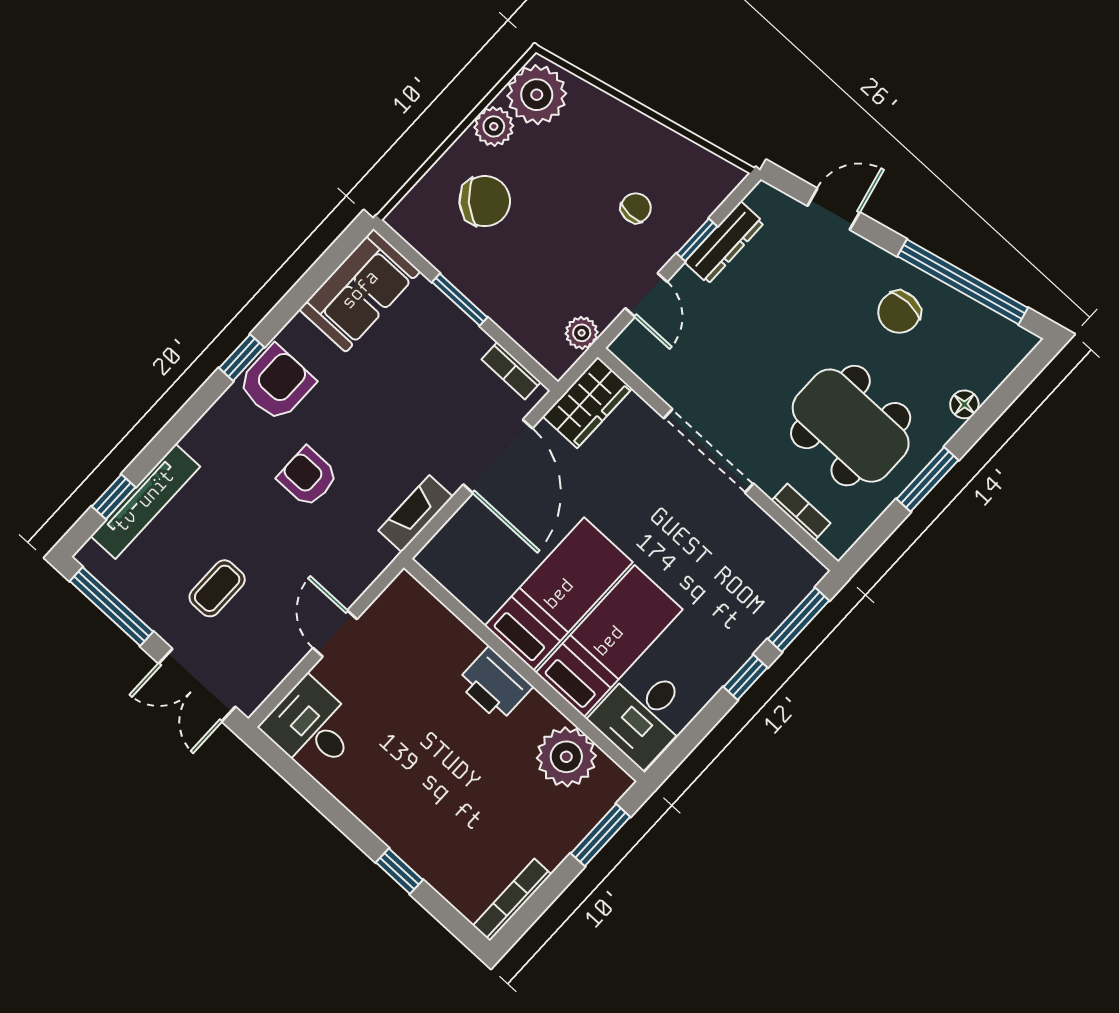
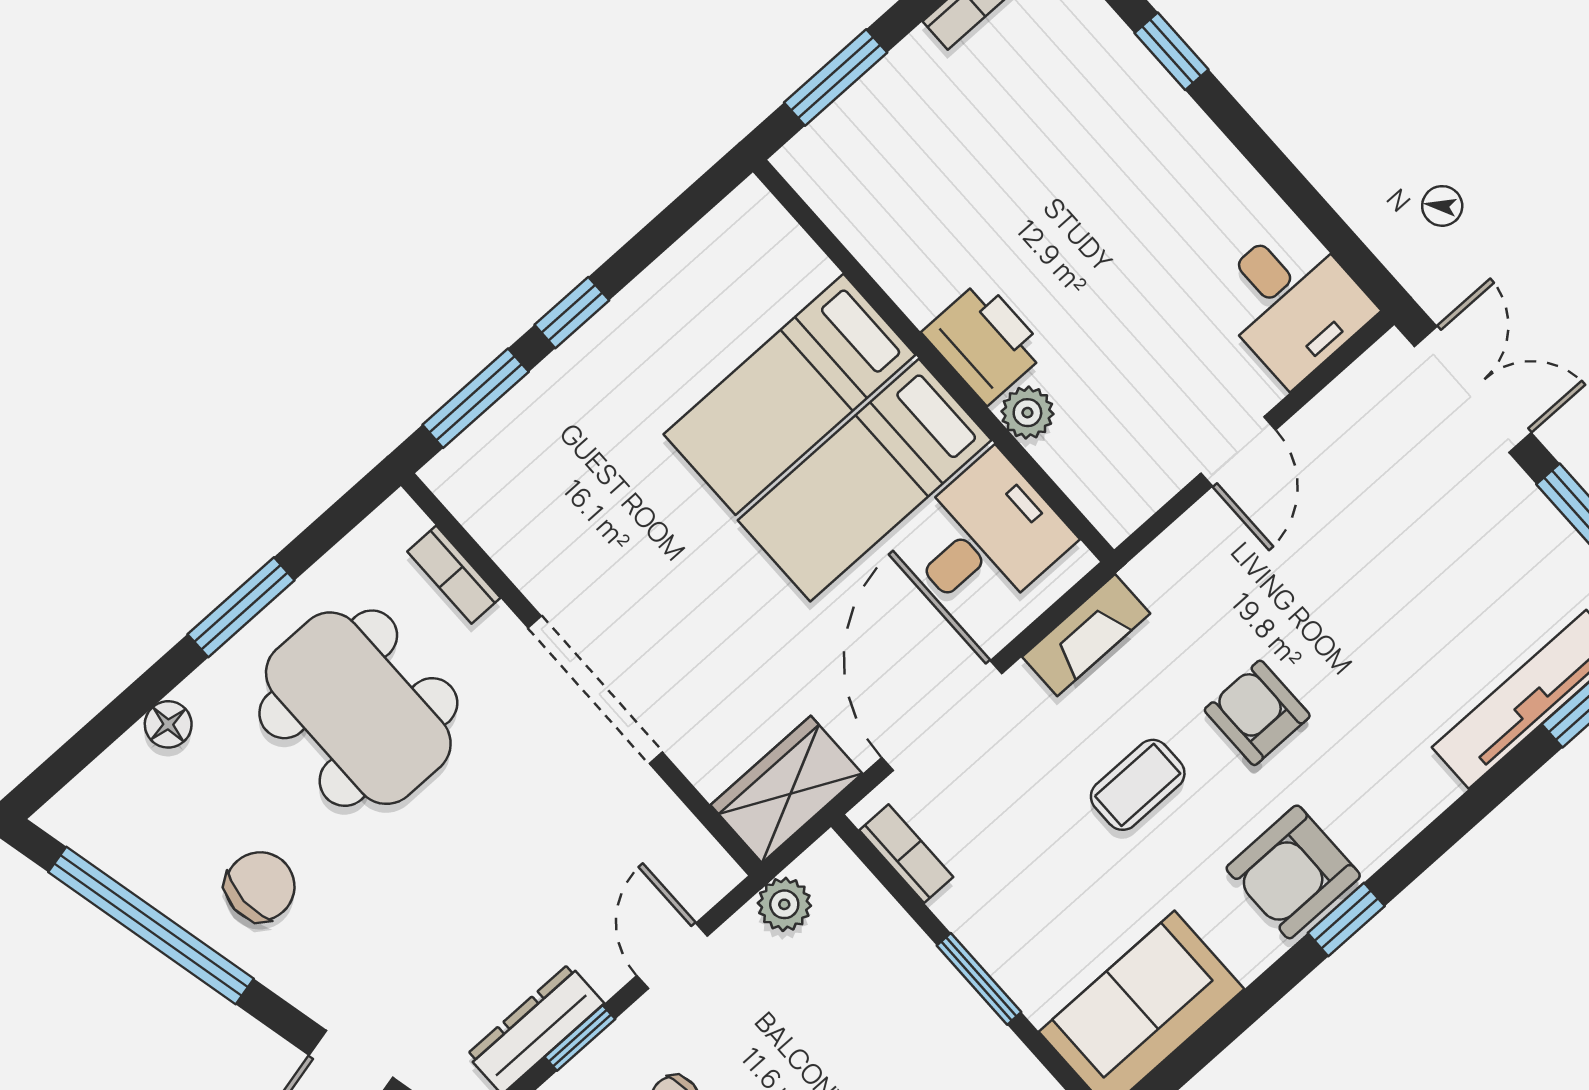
armchair: (308, 477) -> (1257, 713), turned 180
coffee table: (217, 588) -> (1138, 785), moved
desk: (643, 715) -> (986, 538), moved
plant: (566, 757) -> (1027, 413), moved, width x0.53, depth x0.53

